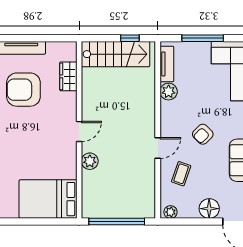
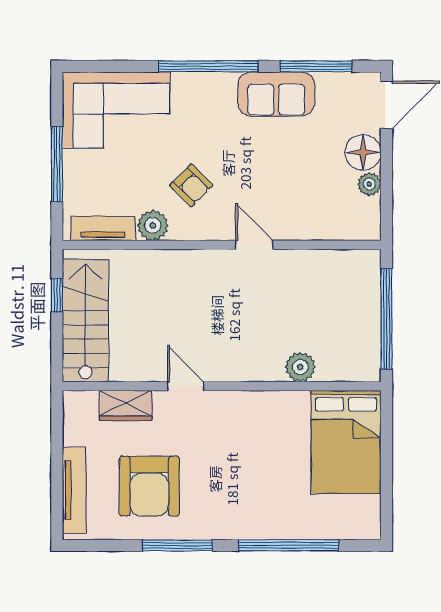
door: (79, 131) -> (186, 386), moved
armchair: (203, 134) -> (191, 185), moved
plant: (90, 161) -> (300, 367), moved
coffee table: (181, 174) -> (300, 203), removed
plant: (170, 212) -> (369, 184), moved

